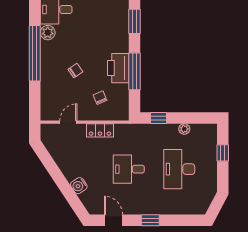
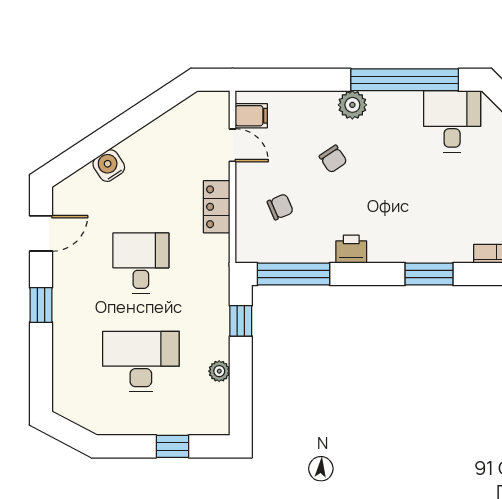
plant: (48, 33) -> (352, 105), moved
window: (35, 53) -> (405, 80), moved
printer: (118, 68) -> (351, 249), width x0.53, depth x0.68
window: (134, 71) -> (293, 274), moved
filing cabinet: (53, 112) -> (251, 116), added

